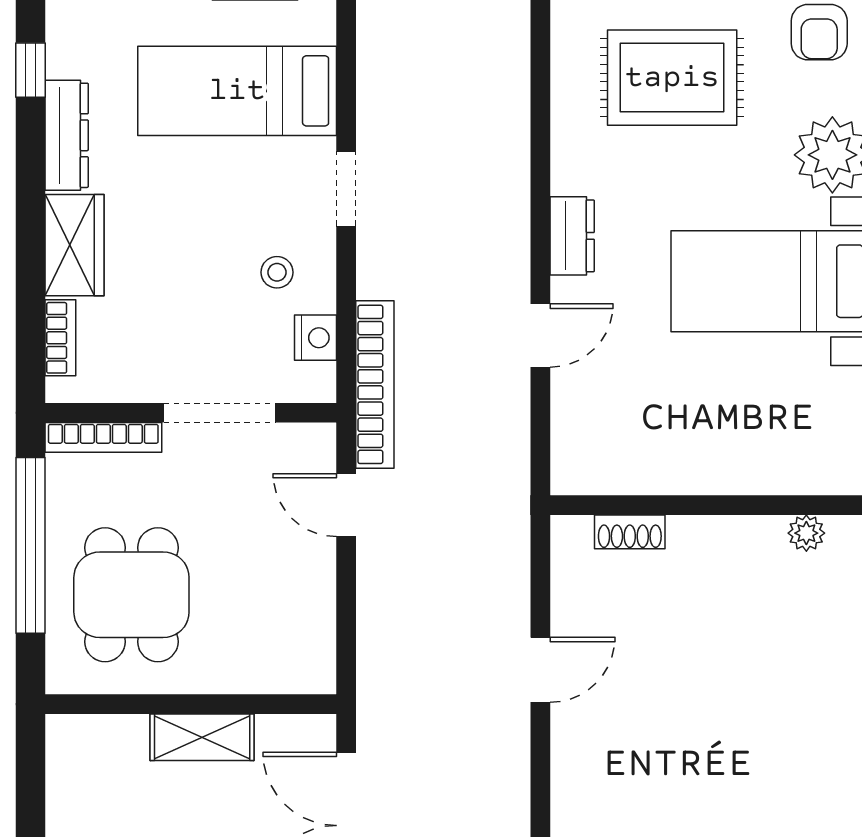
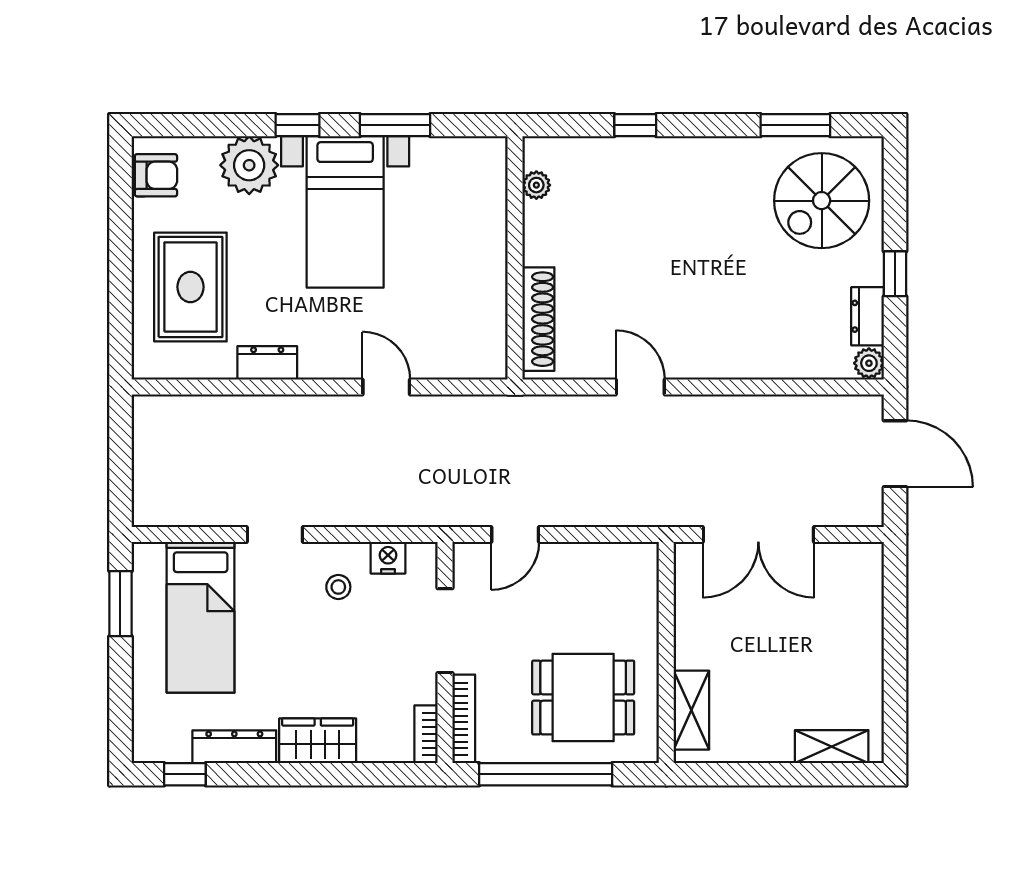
dresser: (572, 236) -> (267, 363), moved
bookcase: (60, 338) -> (426, 734), moved, turned -90
bookcase: (375, 384) -> (423, 513), removed
shoe rack: (630, 532) -> (538, 319), width x1.94, depth x1.24
shelving: (202, 737) -> (691, 710), moved

